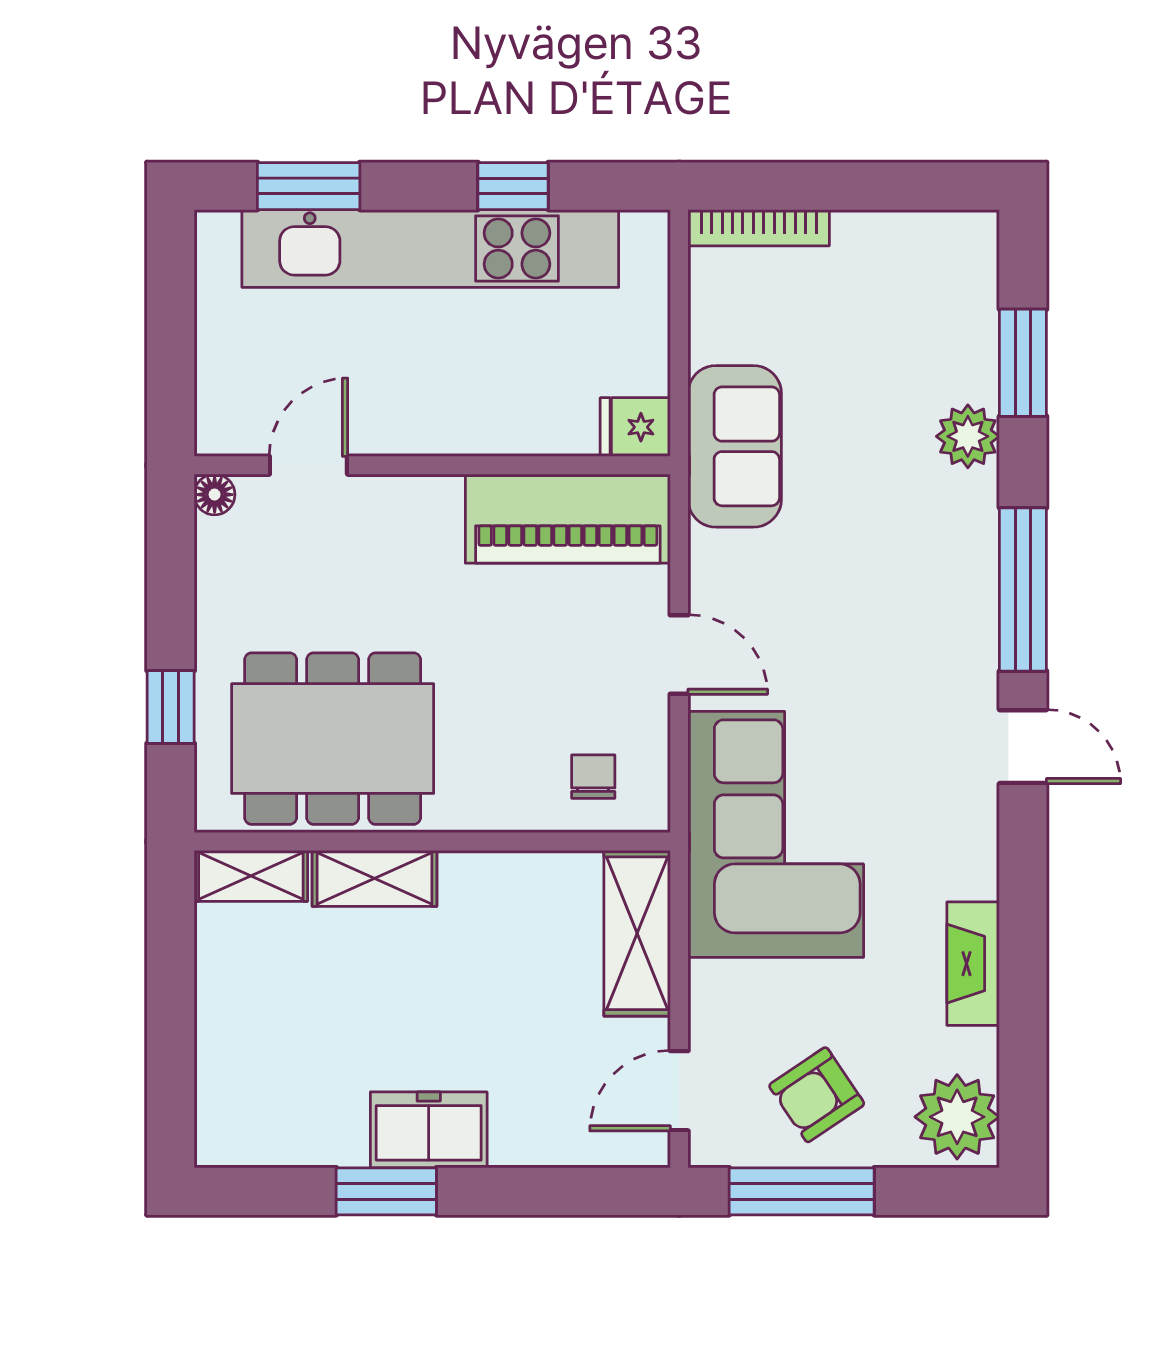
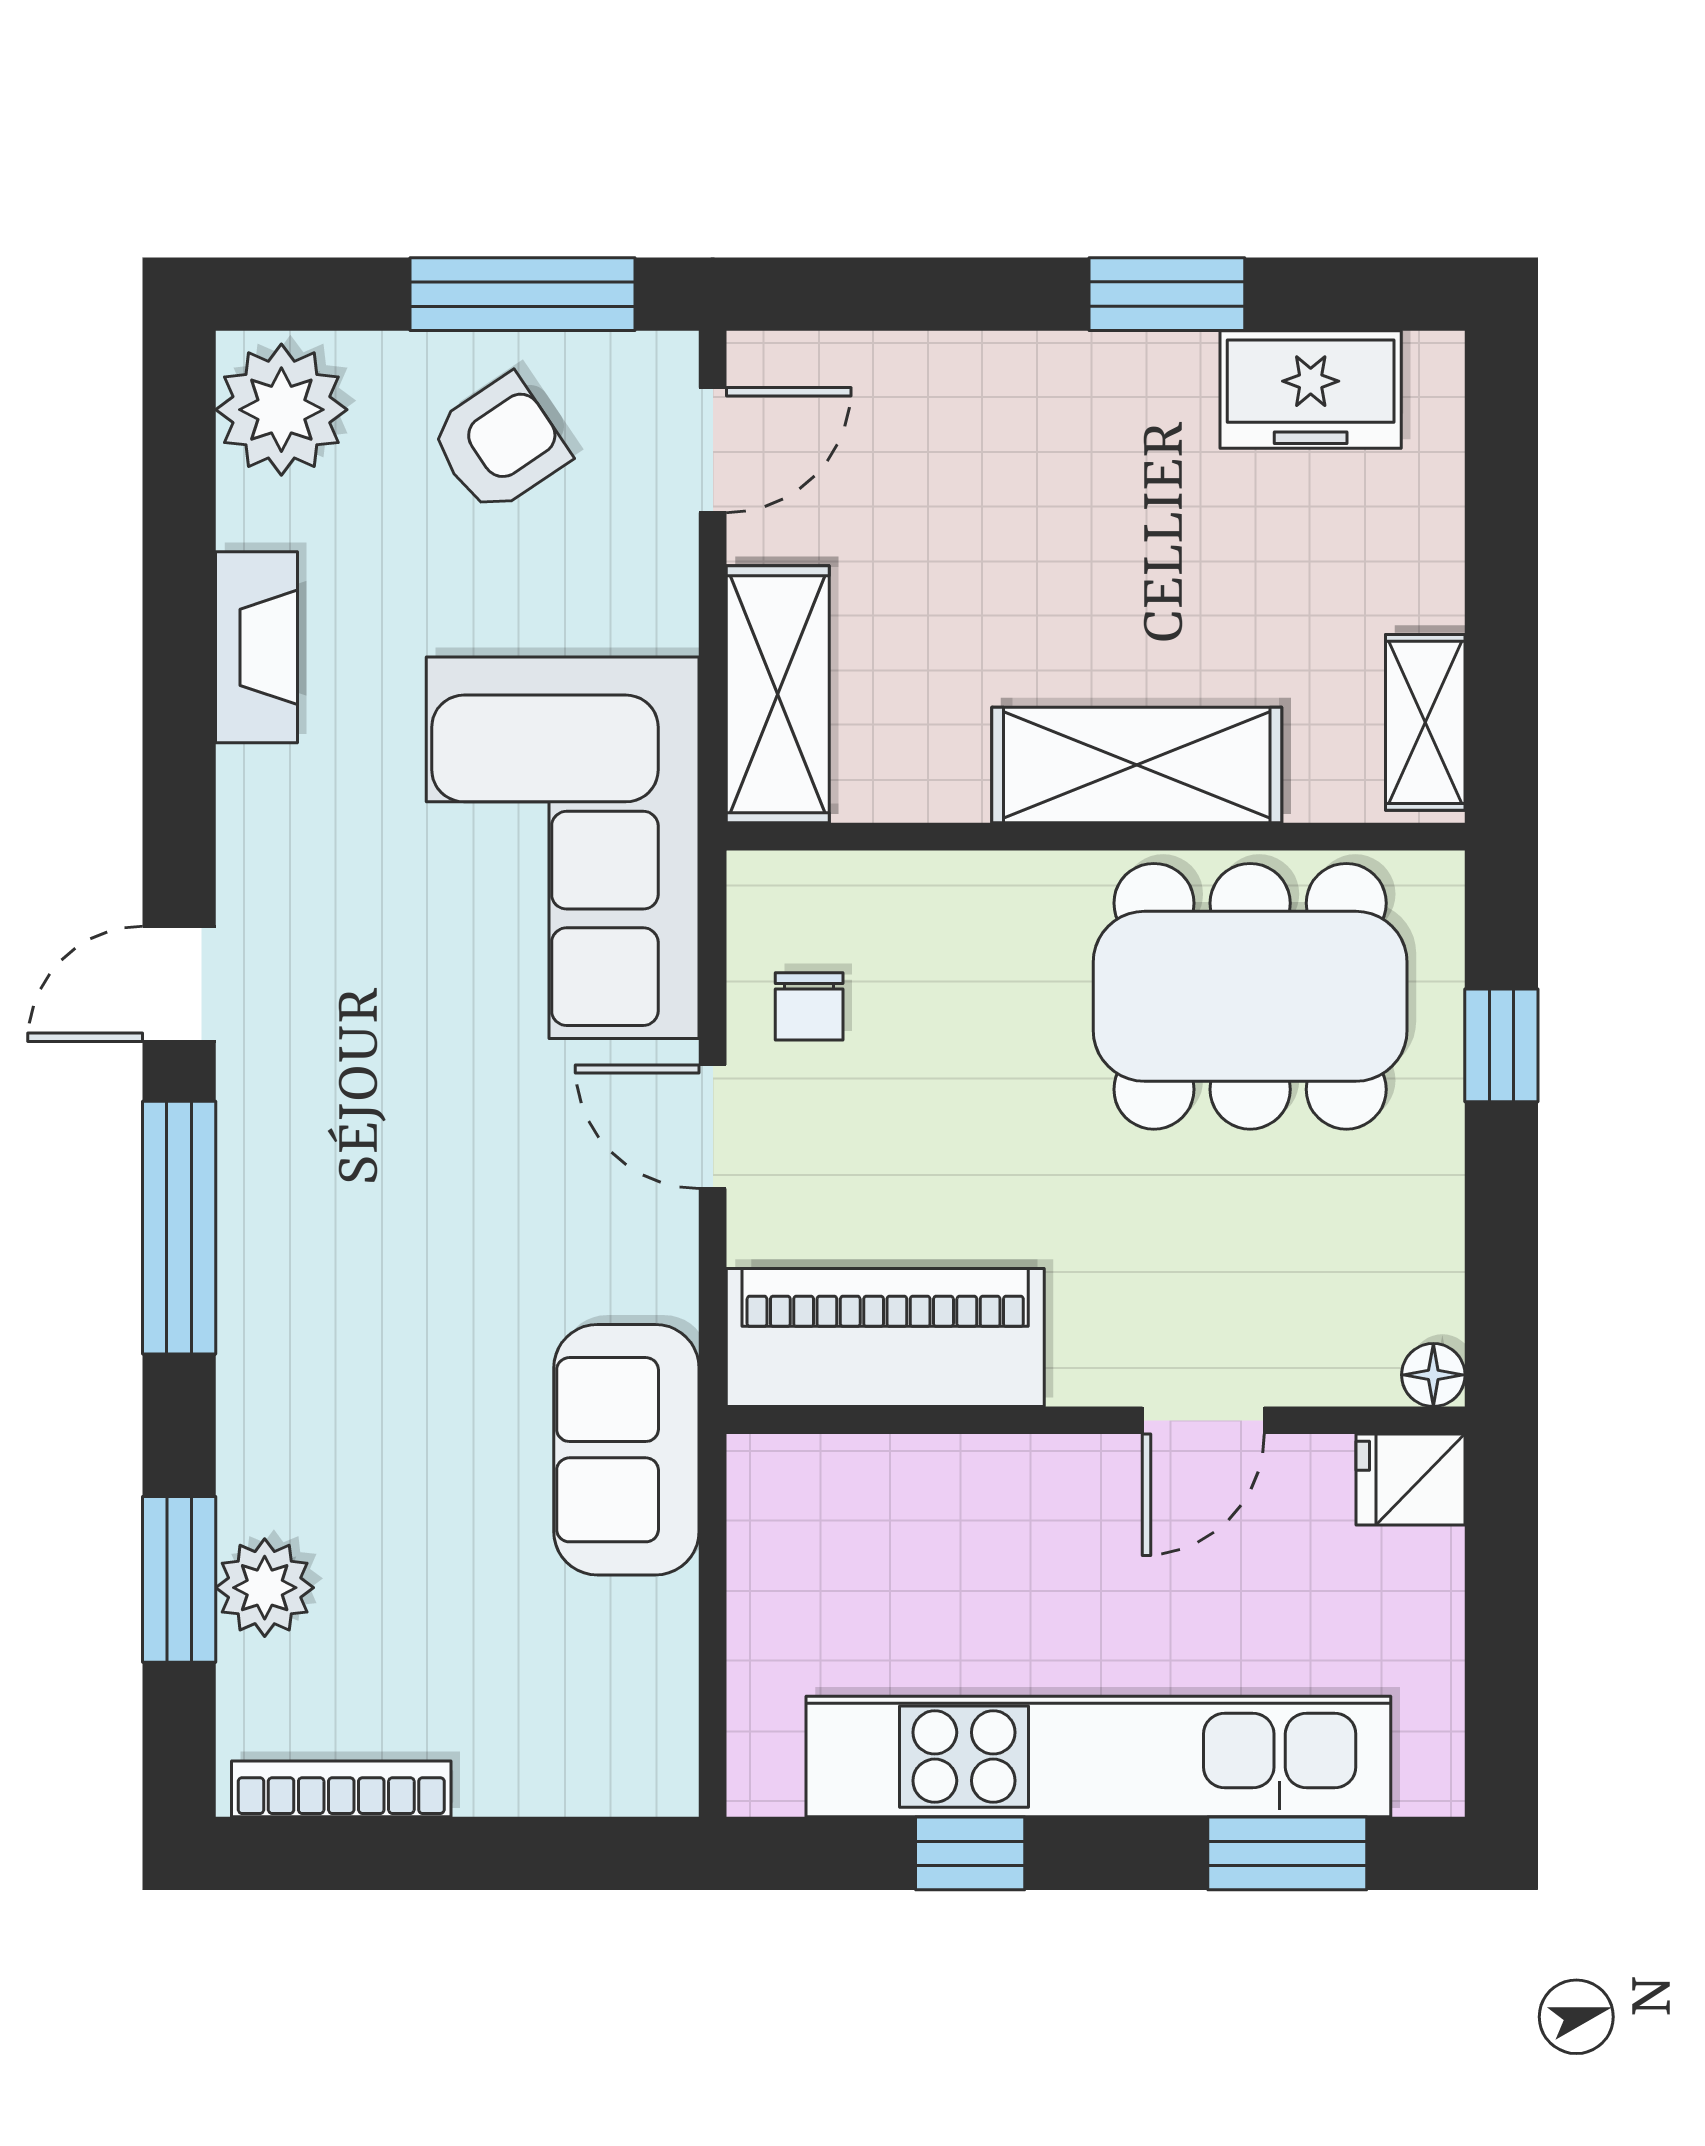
bookcase: (759, 228) -> (341, 1789), moved
fridge: (635, 427) -> (1411, 1480), moved, turned 180
plant: (968, 436) -> (265, 1588), moved
door: (308, 465) -> (1203, 1420), moved
door: (1023, 747) -> (179, 984), hinge flipped
chair: (593, 777) -> (809, 1006), moved
shelving: (251, 876) -> (1425, 722), moved, turned 90
shelving: (375, 878) -> (1137, 765), width x1.50, depth x1.33
freezer: (429, 1130) -> (1311, 389), moved

